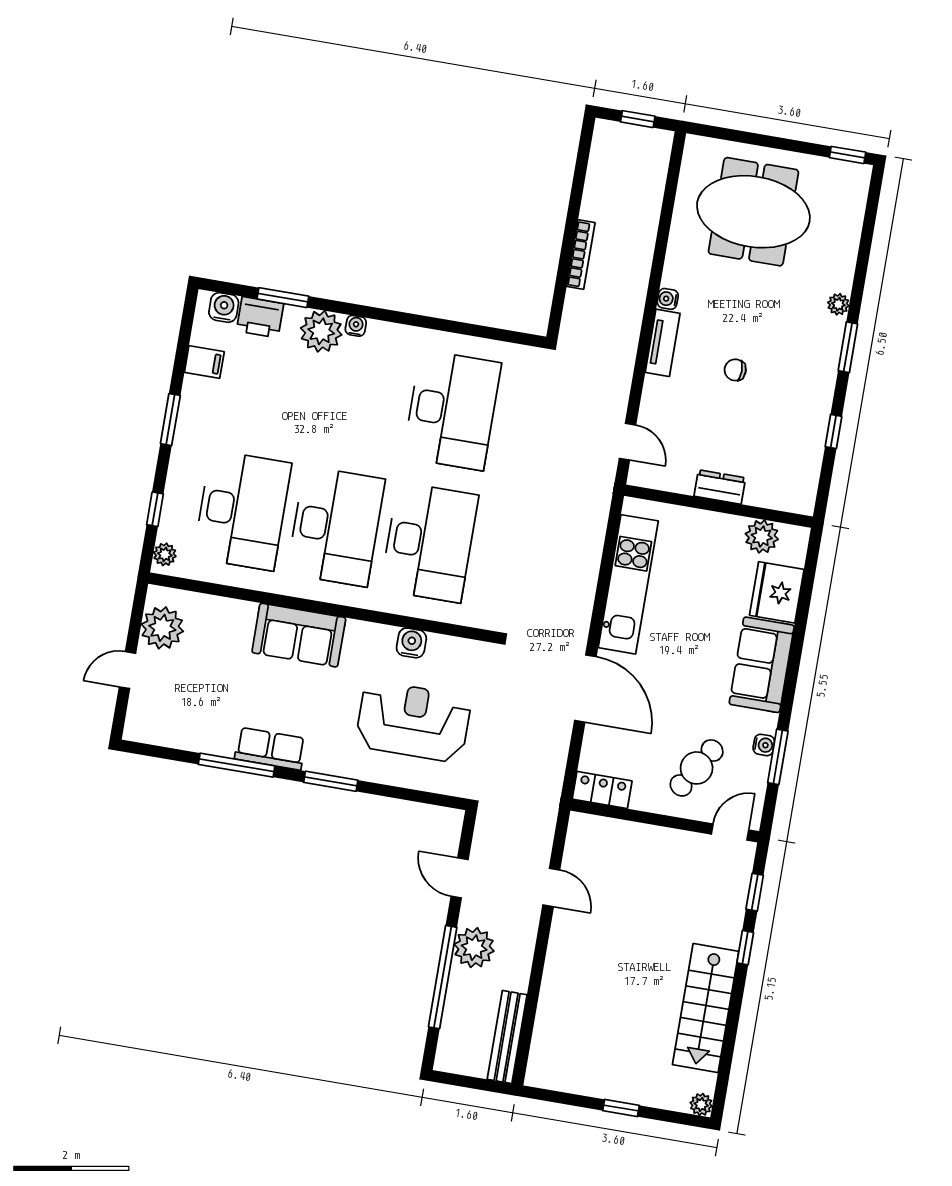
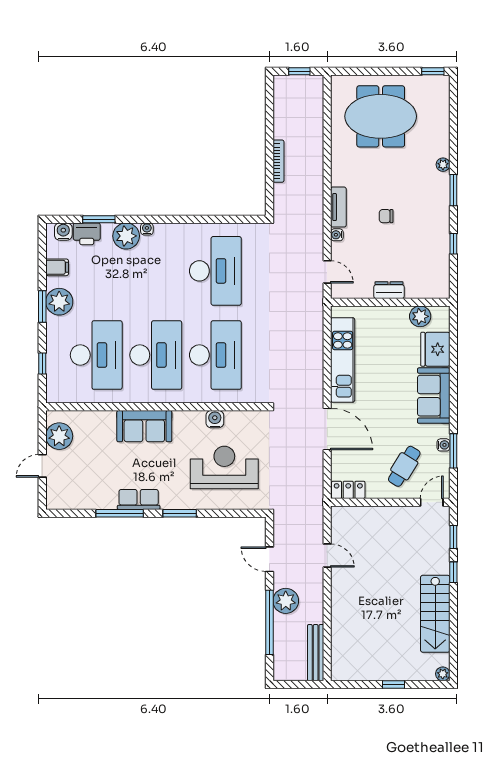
water cooler: (668, 299) -> (337, 235), moved
plant: (165, 554) -> (59, 302), moved, width x1.87, depth x1.87

